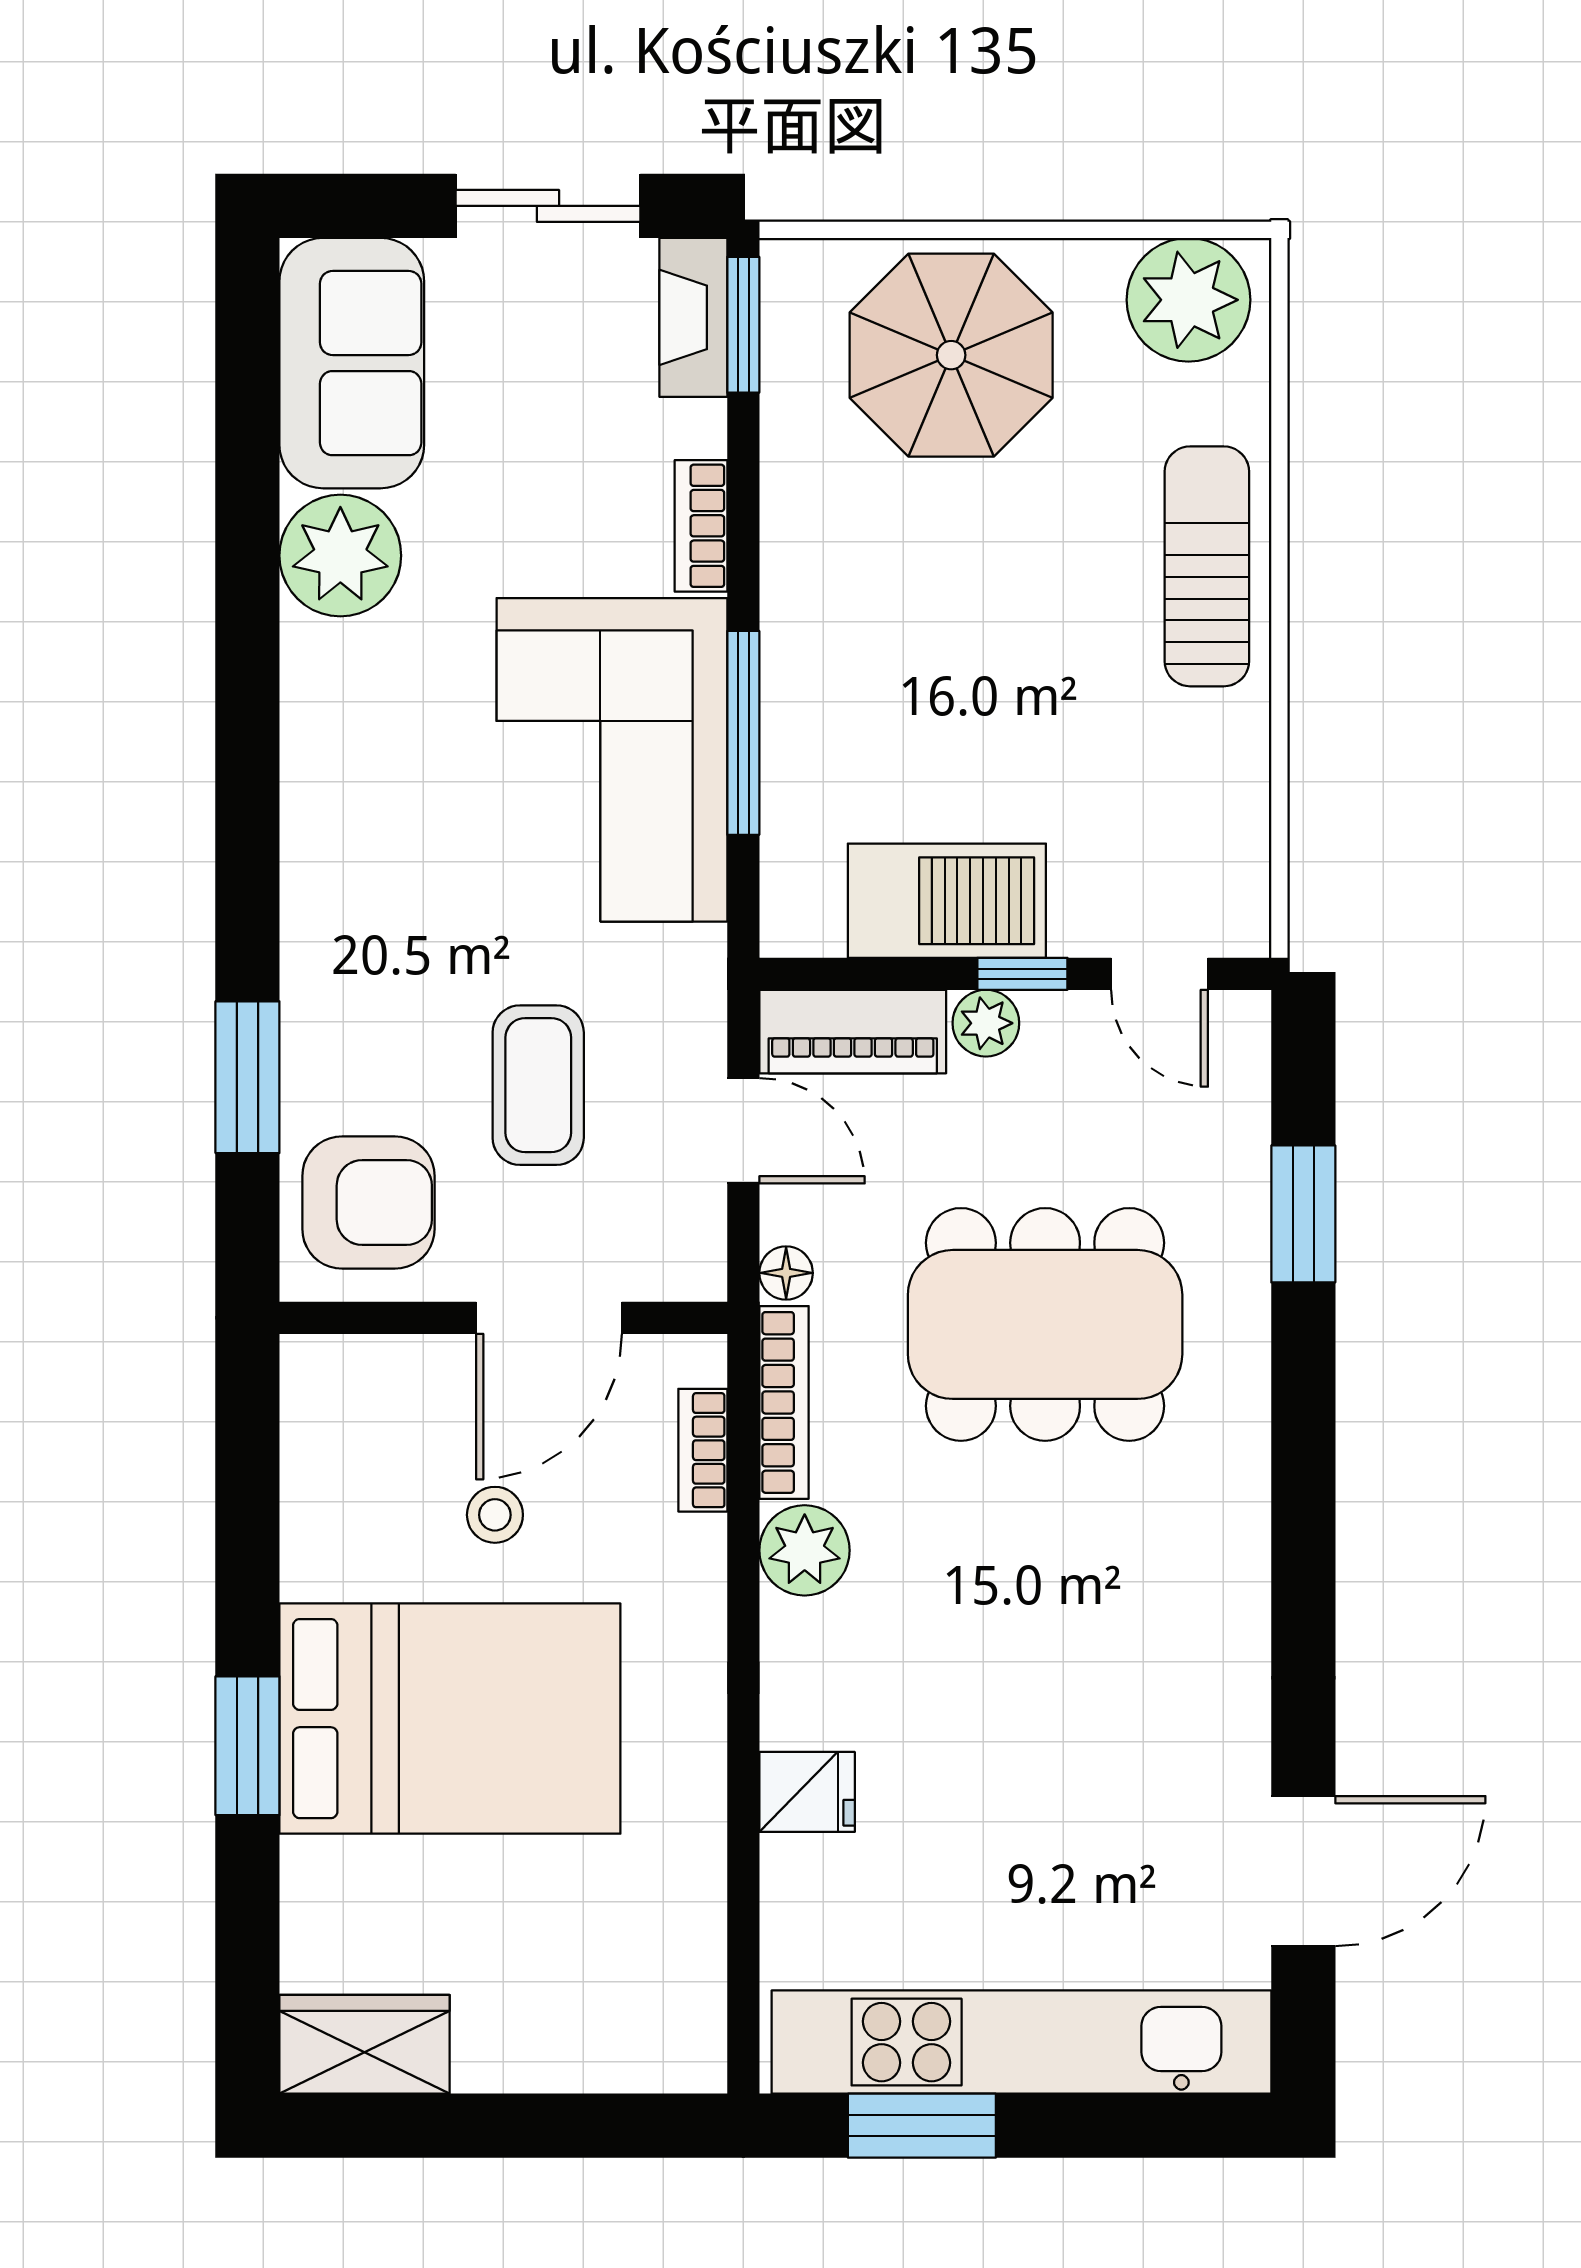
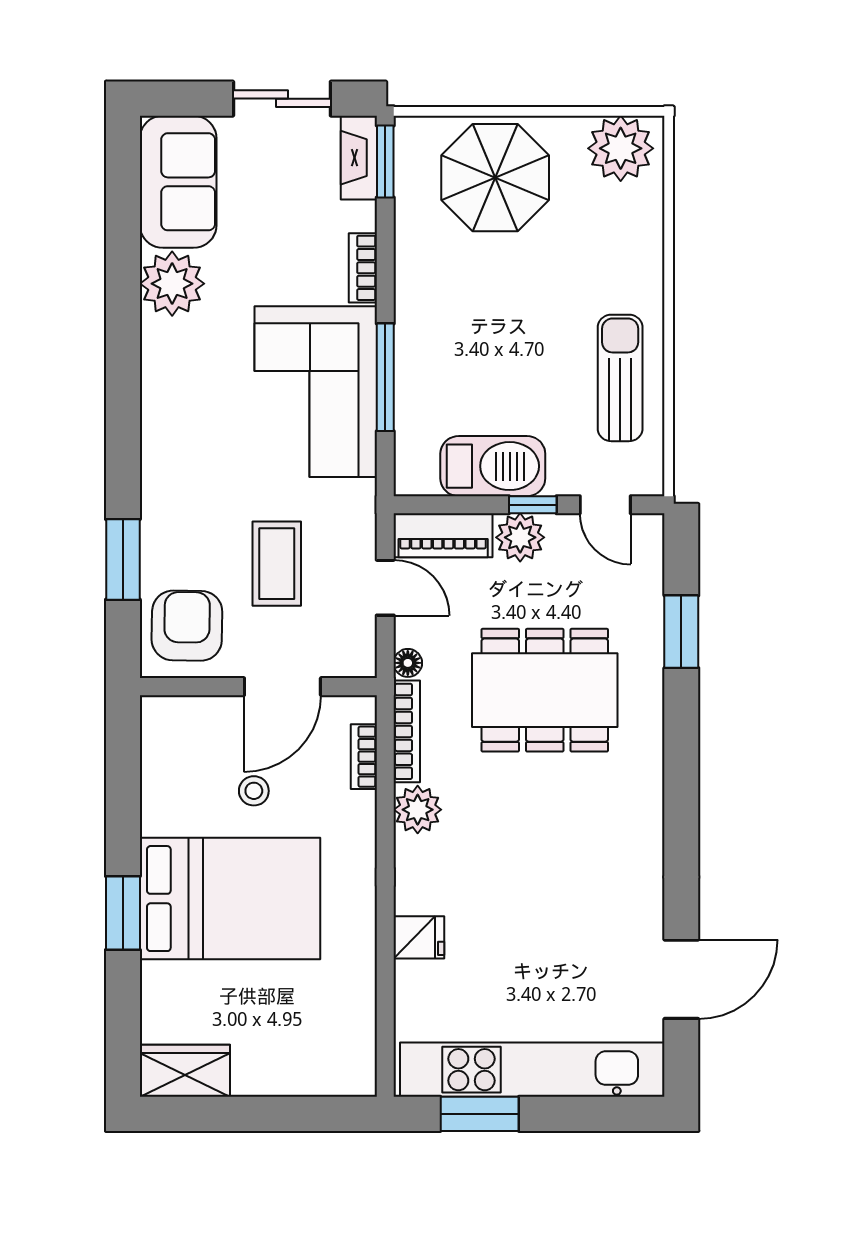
sun lounger: (1207, 566) -> (620, 378), moved
plant: (986, 1023) -> (520, 537), width x1.38, depth x1.38
armchair: (368, 1202) -> (187, 626), turned -89

